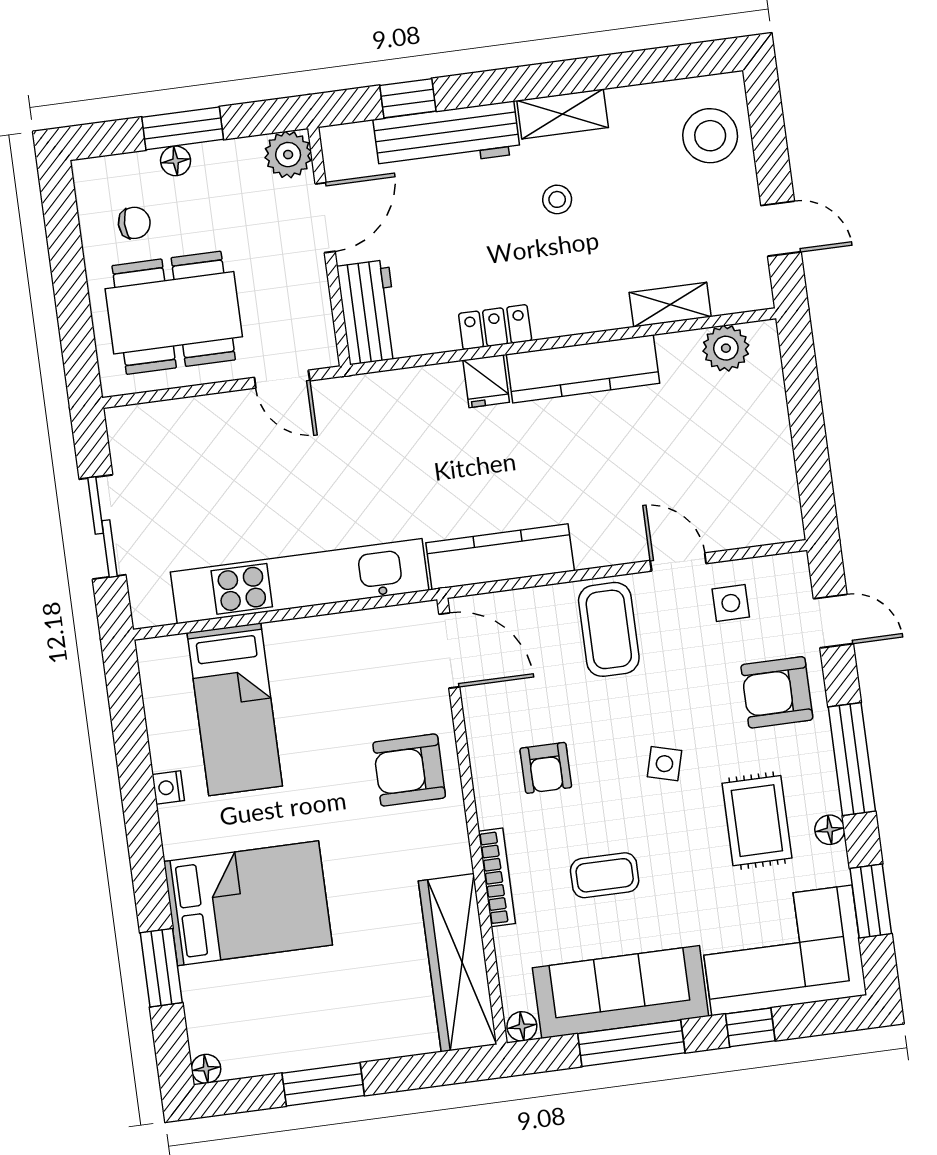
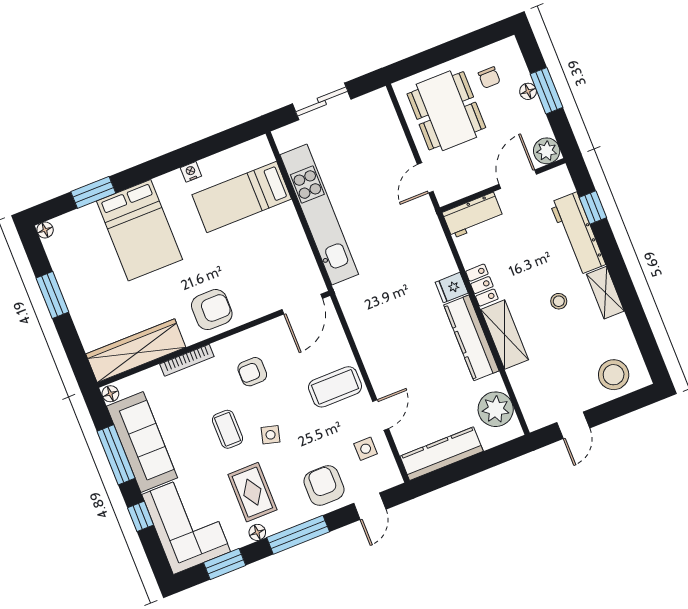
door: (325, 218) -> (518, 179), swing flipped
shelving: (670, 305) -> (505, 335), moved, width x1.50, depth x1.33
plant: (726, 348) -> (496, 409), width x1.36, depth x1.36
kitchen counter: (500, 557) -> (442, 454), moved, turned -90
armchair: (409, 770) -> (212, 310), moved, turned 90
rug: (757, 821) -> (252, 492), turned 90
coffee table: (605, 875) -> (228, 429), moved

